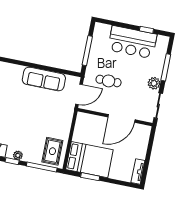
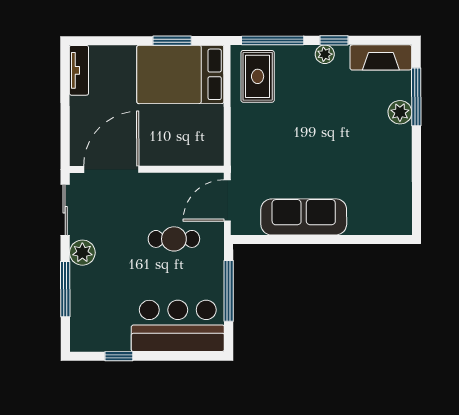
bar counter: (132, 42) -> (178, 326), moved
door: (121, 118) -> (111, 169), moved

